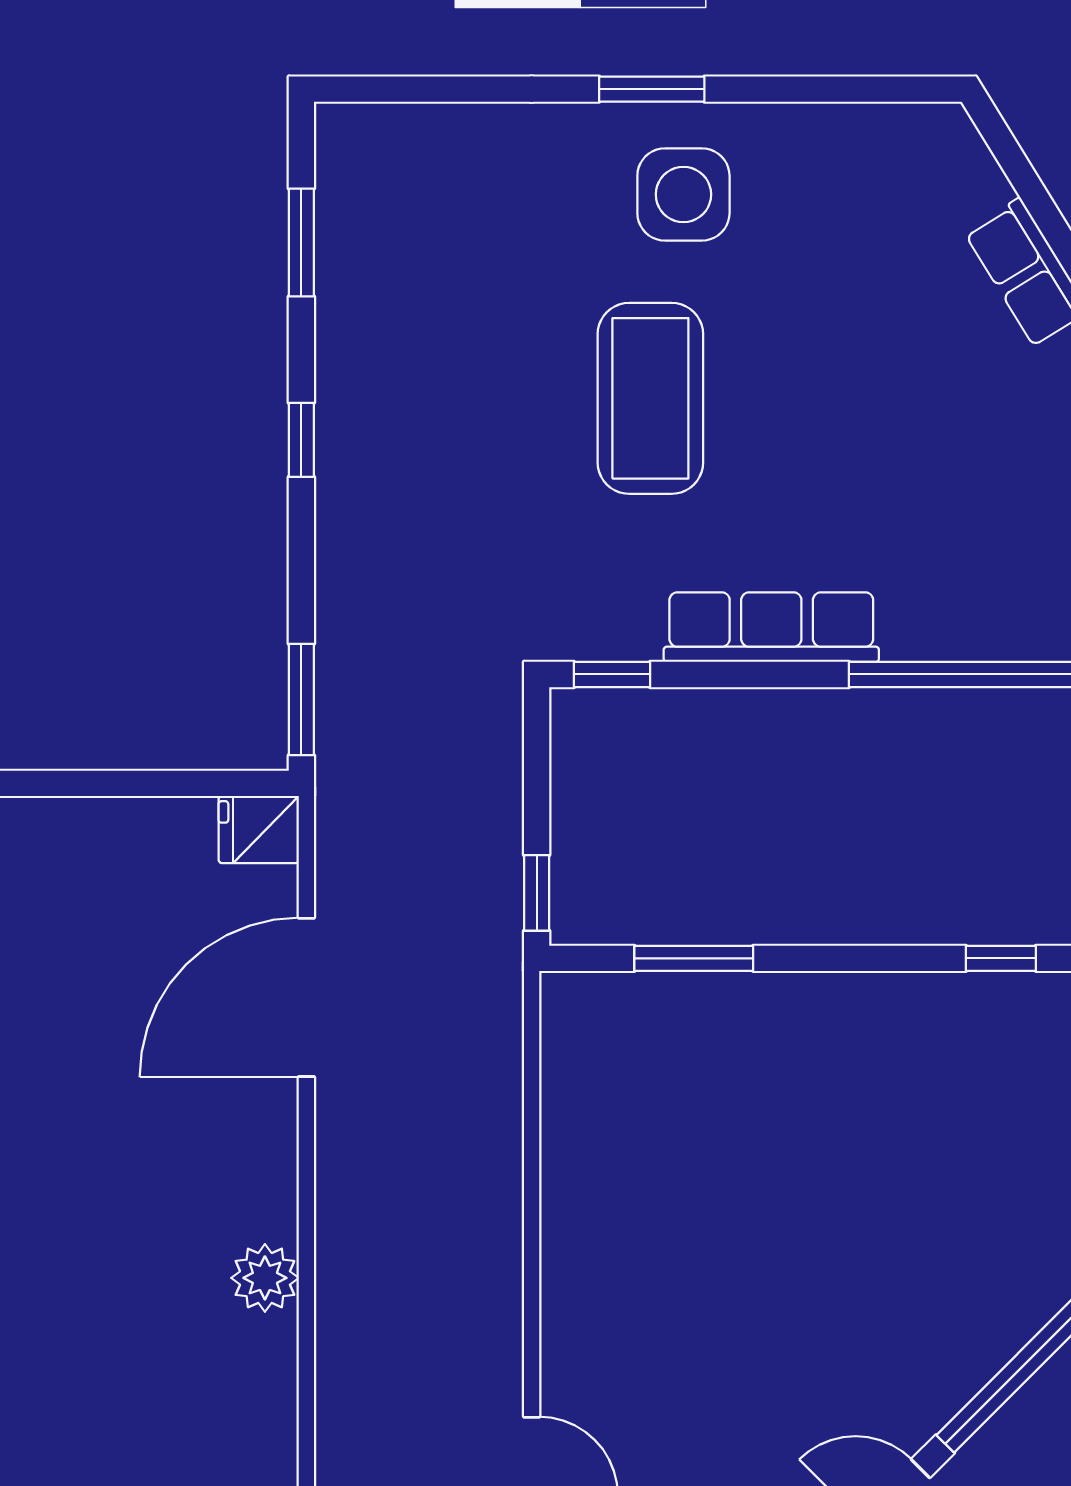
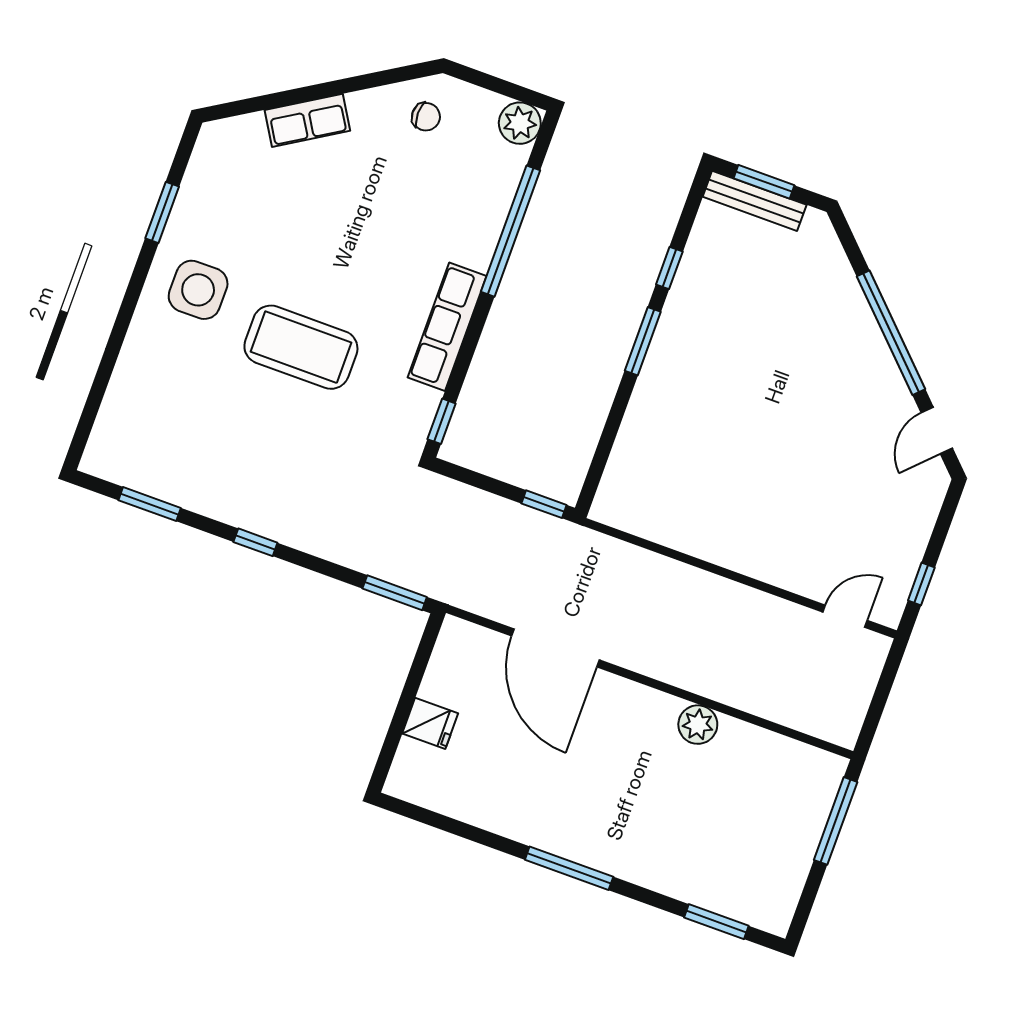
window: (652, 89) -> (162, 212), moved
fridge: (259, 829) -> (430, 723), moved, turned -90
window: (694, 958) -> (643, 341), moved

